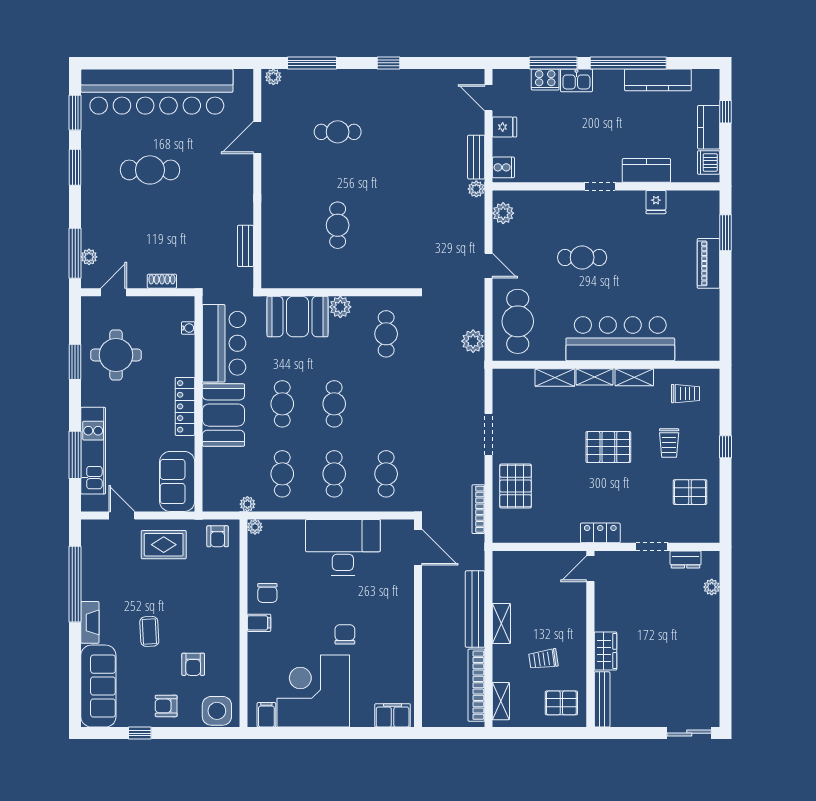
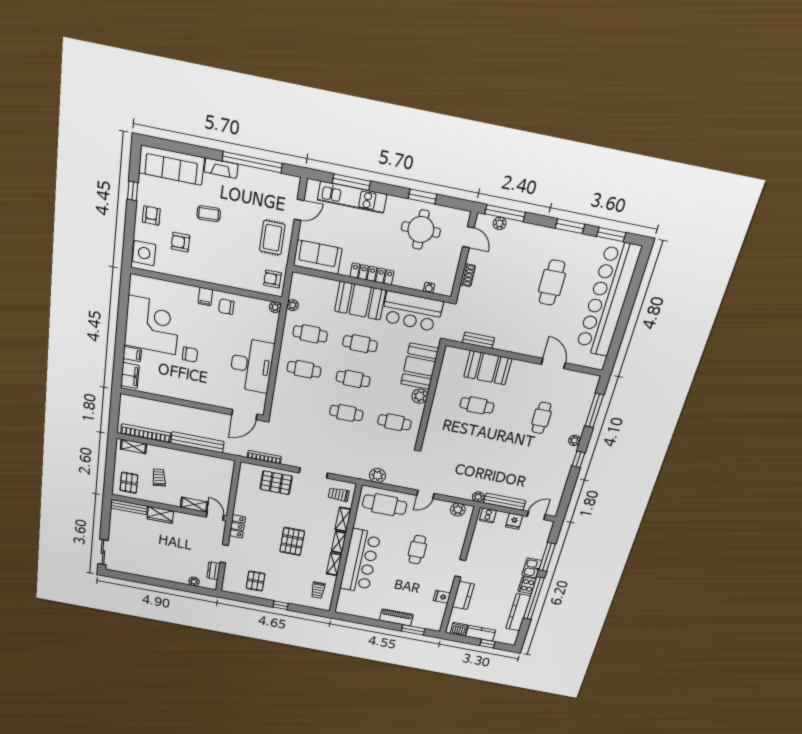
plant: (273, 77) -> (574, 440), moved
cooker: (545, 79) -> (527, 585), moved
bench: (476, 157) -> (505, 502), width x1.36
booth: (281, 224) -> (488, 368), added
trolley: (669, 443) -> (339, 495), moved
cafe table: (386, 474) -> (346, 413), moved
shelving: (501, 623) -> (194, 505), moved
filing cabinet: (266, 715) -> (132, 354), moved

